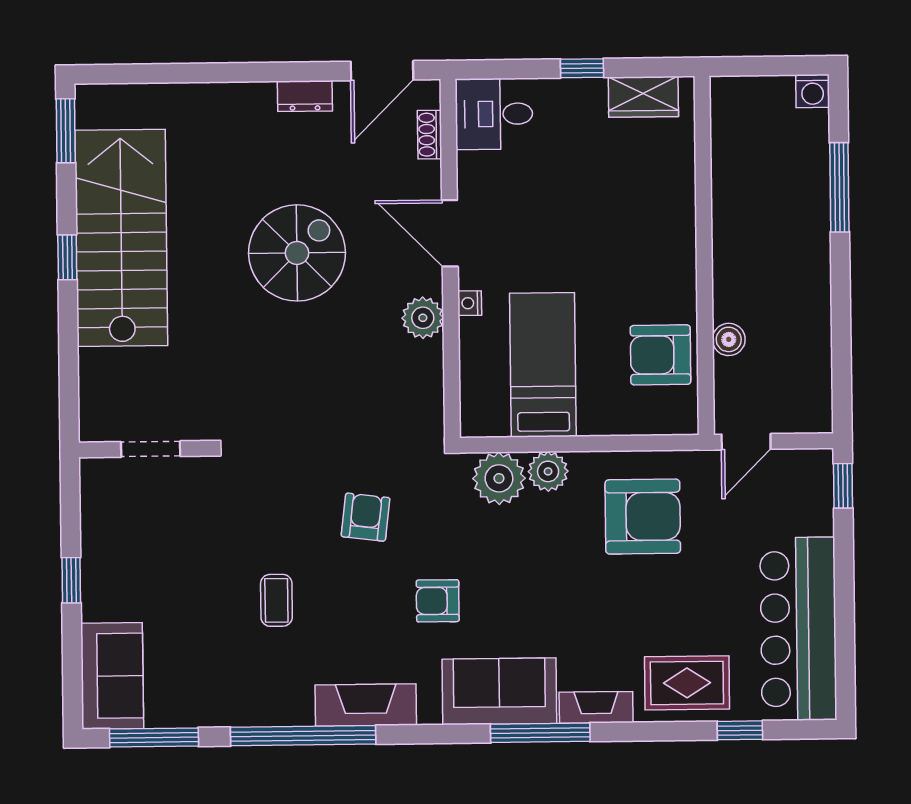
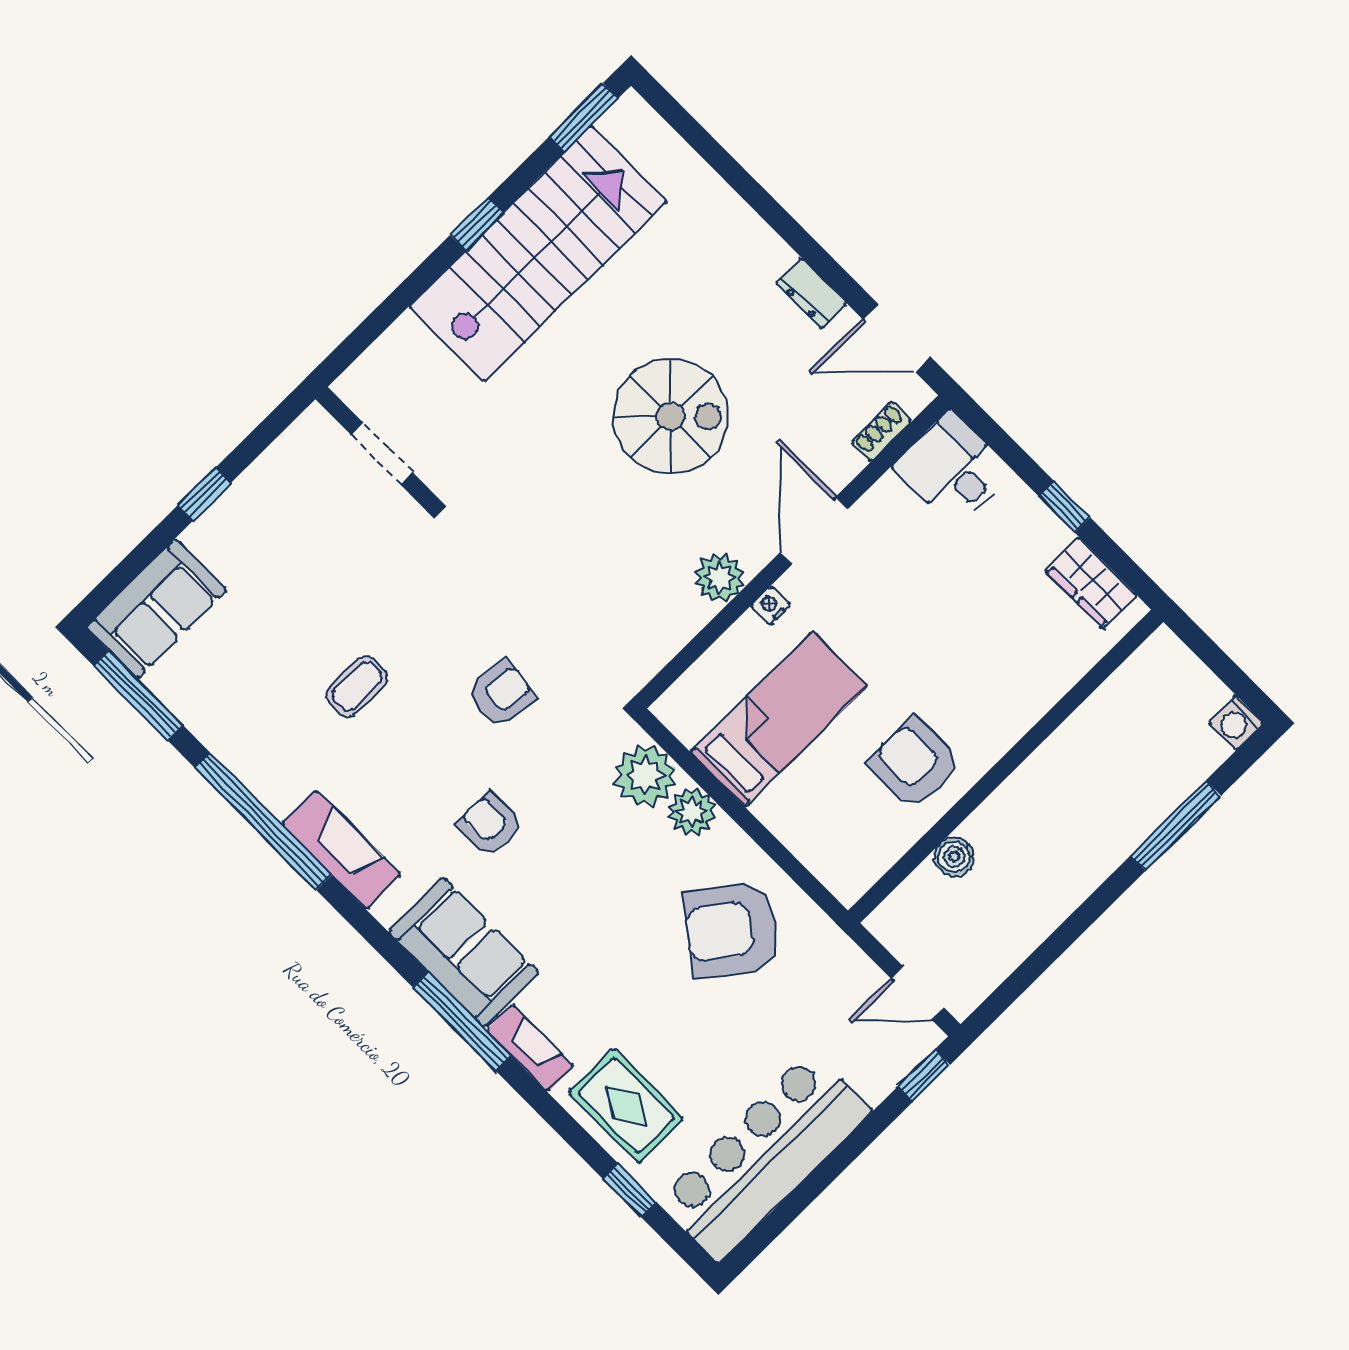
armchair: (660, 355) -> (915, 764), moved
door: (746, 442) -> (918, 993), moved
armchair: (643, 517) -> (732, 930), turned 127

